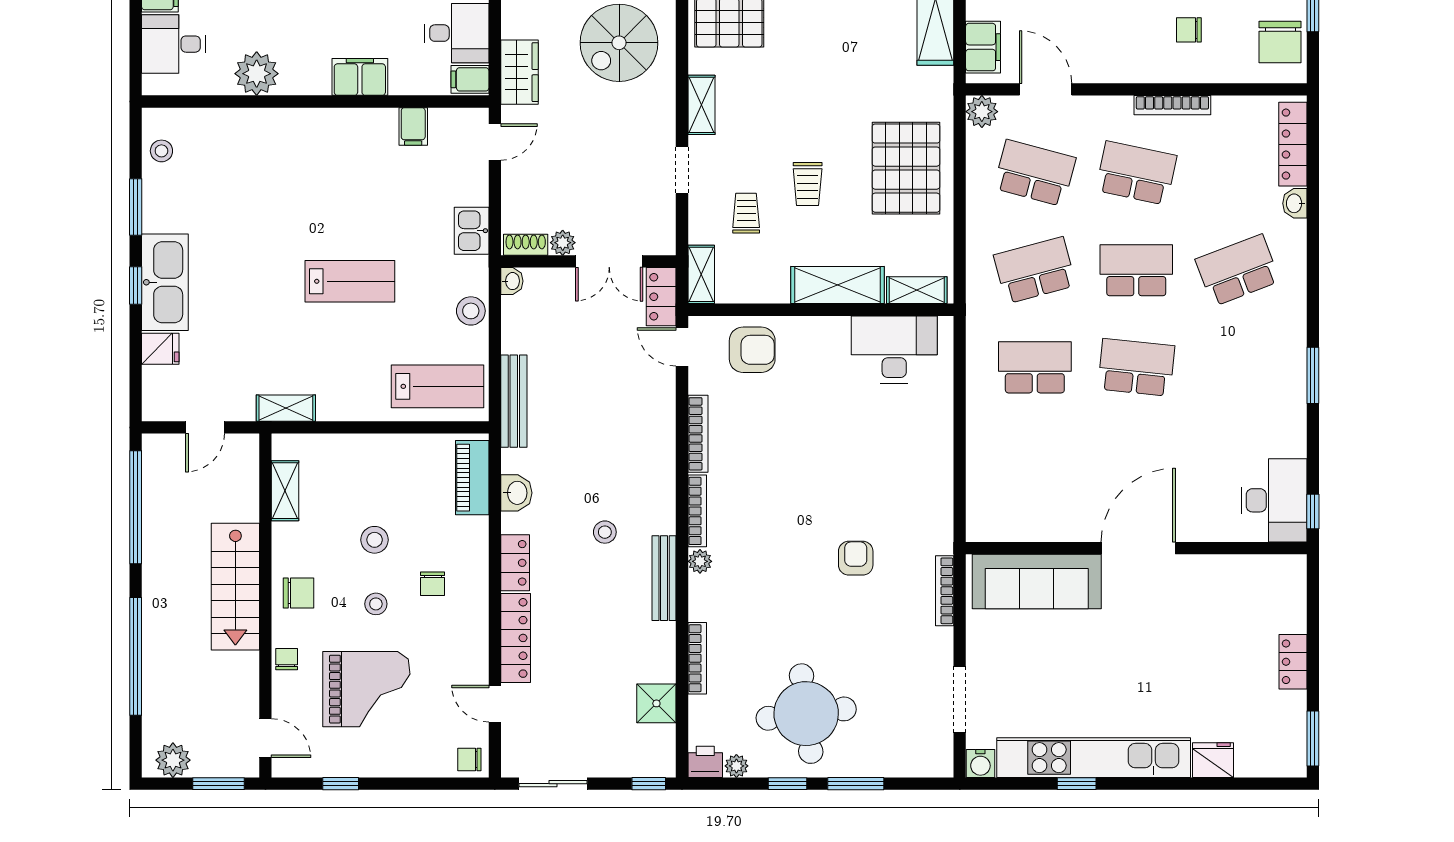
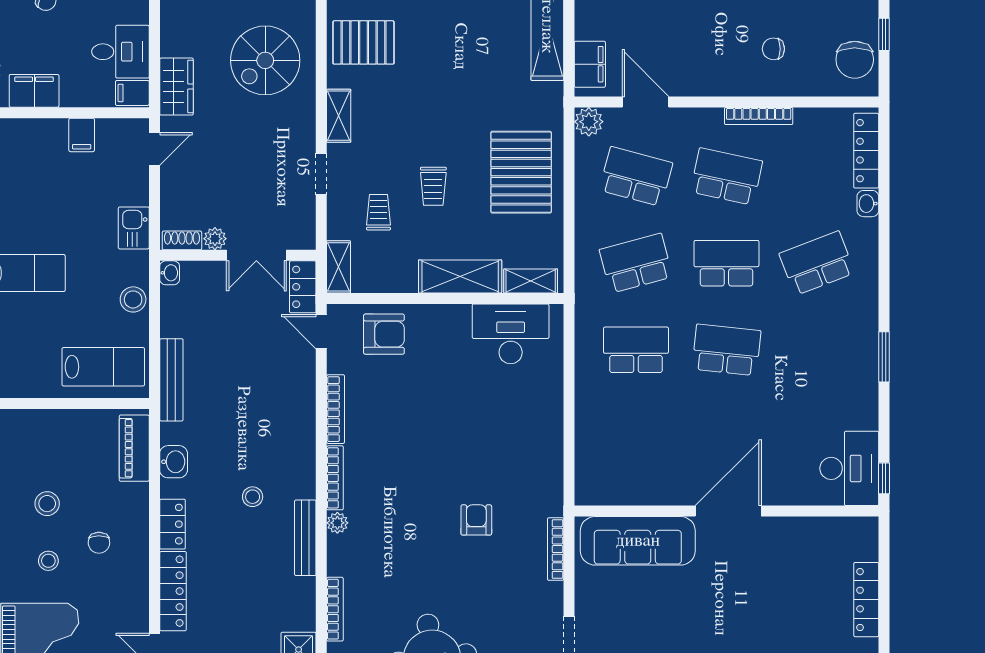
locker: (1293, 662) -> (866, 600), width x1.53

